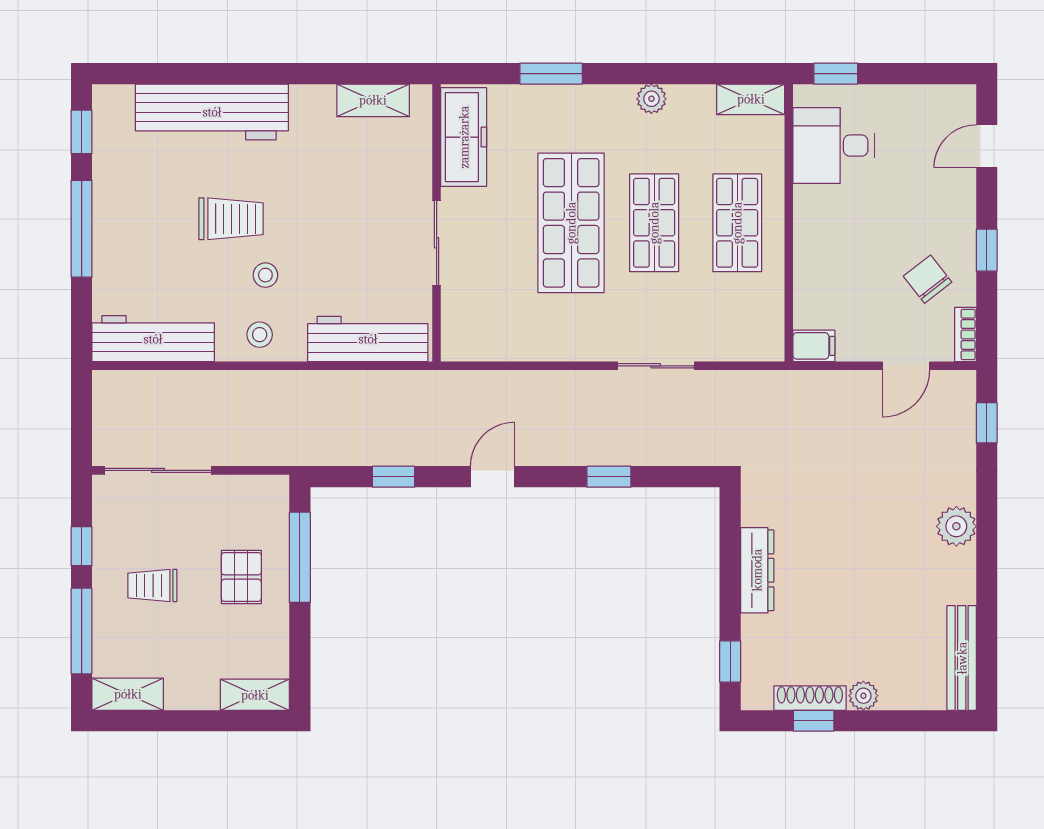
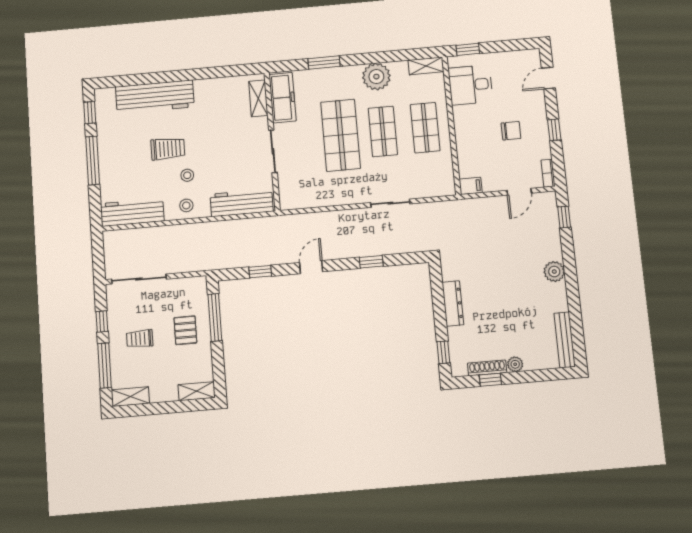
plant: (651, 99) -> (376, 77), width x1.87, depth x1.87
shelving: (373, 100) -> (258, 98), moved, turned 90
chair: (928, 279) -> (511, 131), moved, turned 128

